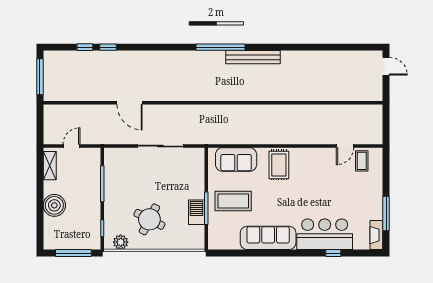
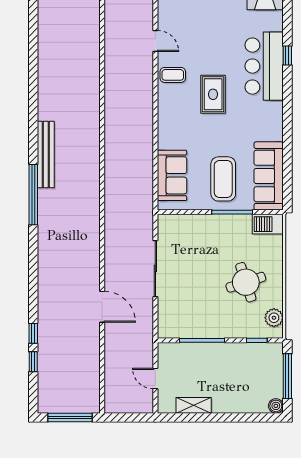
door: (130, 103) -> (102, 307), hinge flipped
coffee table: (362, 161) -> (173, 75), moved
rug: (279, 165) -> (213, 94), moved, turned 90
shelving: (50, 166) -> (194, 405), moved
boiler: (54, 205) -> (276, 406), moved, width x0.54, depth x0.54
barbecue: (197, 212) -> (268, 224), moved
round table: (149, 219) -> (246, 282), turned 45
sofa: (268, 238) -> (269, 176), moved

